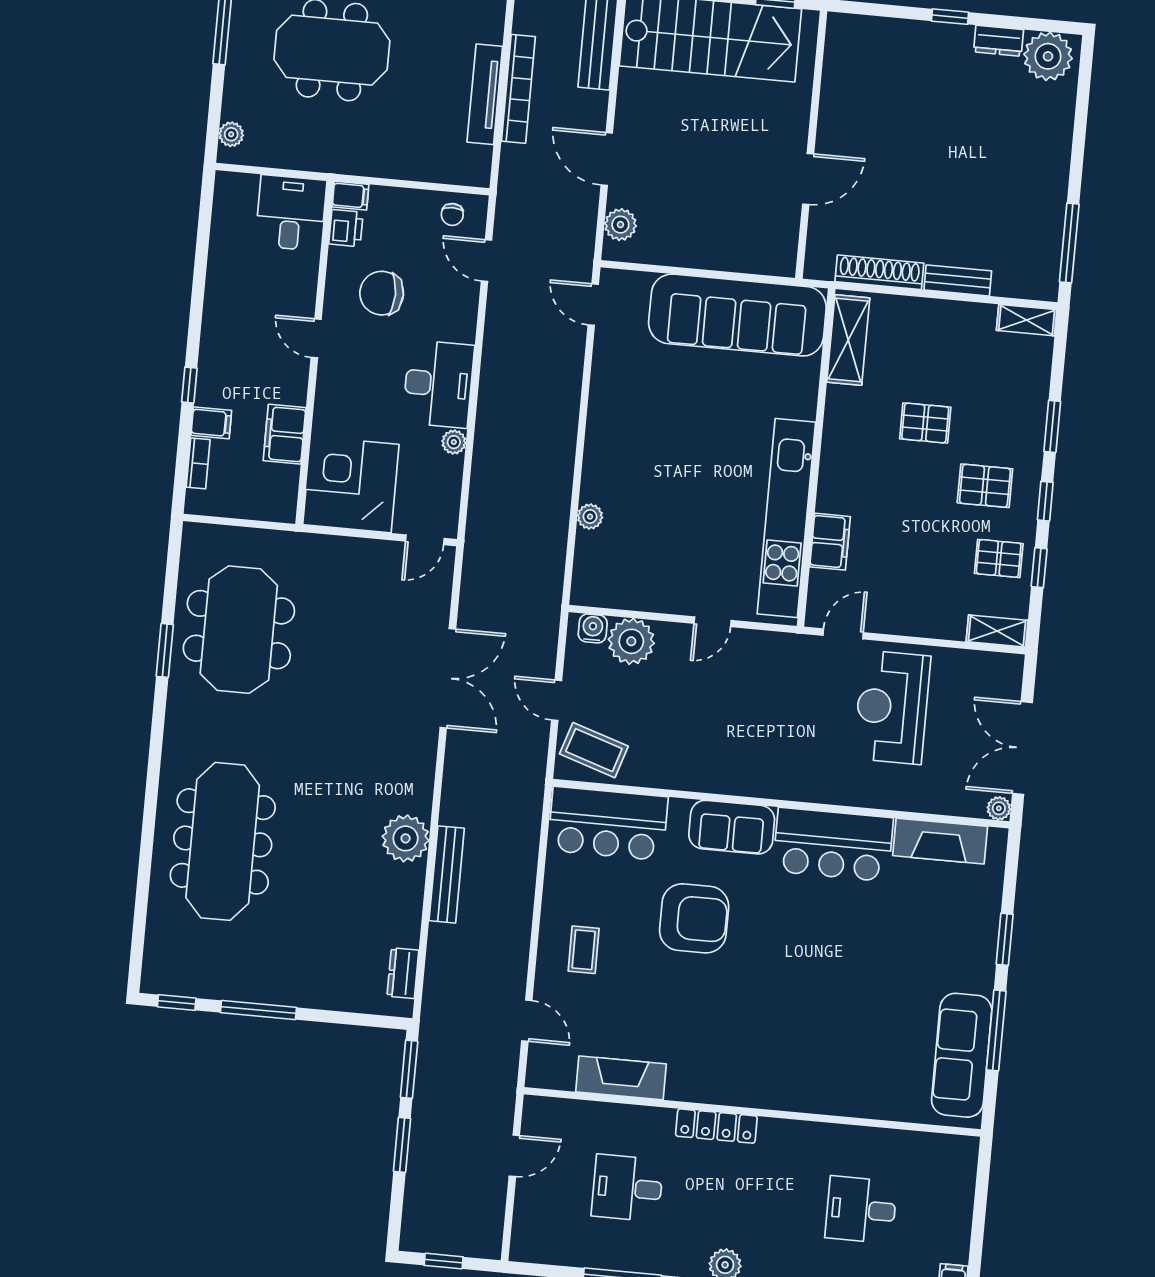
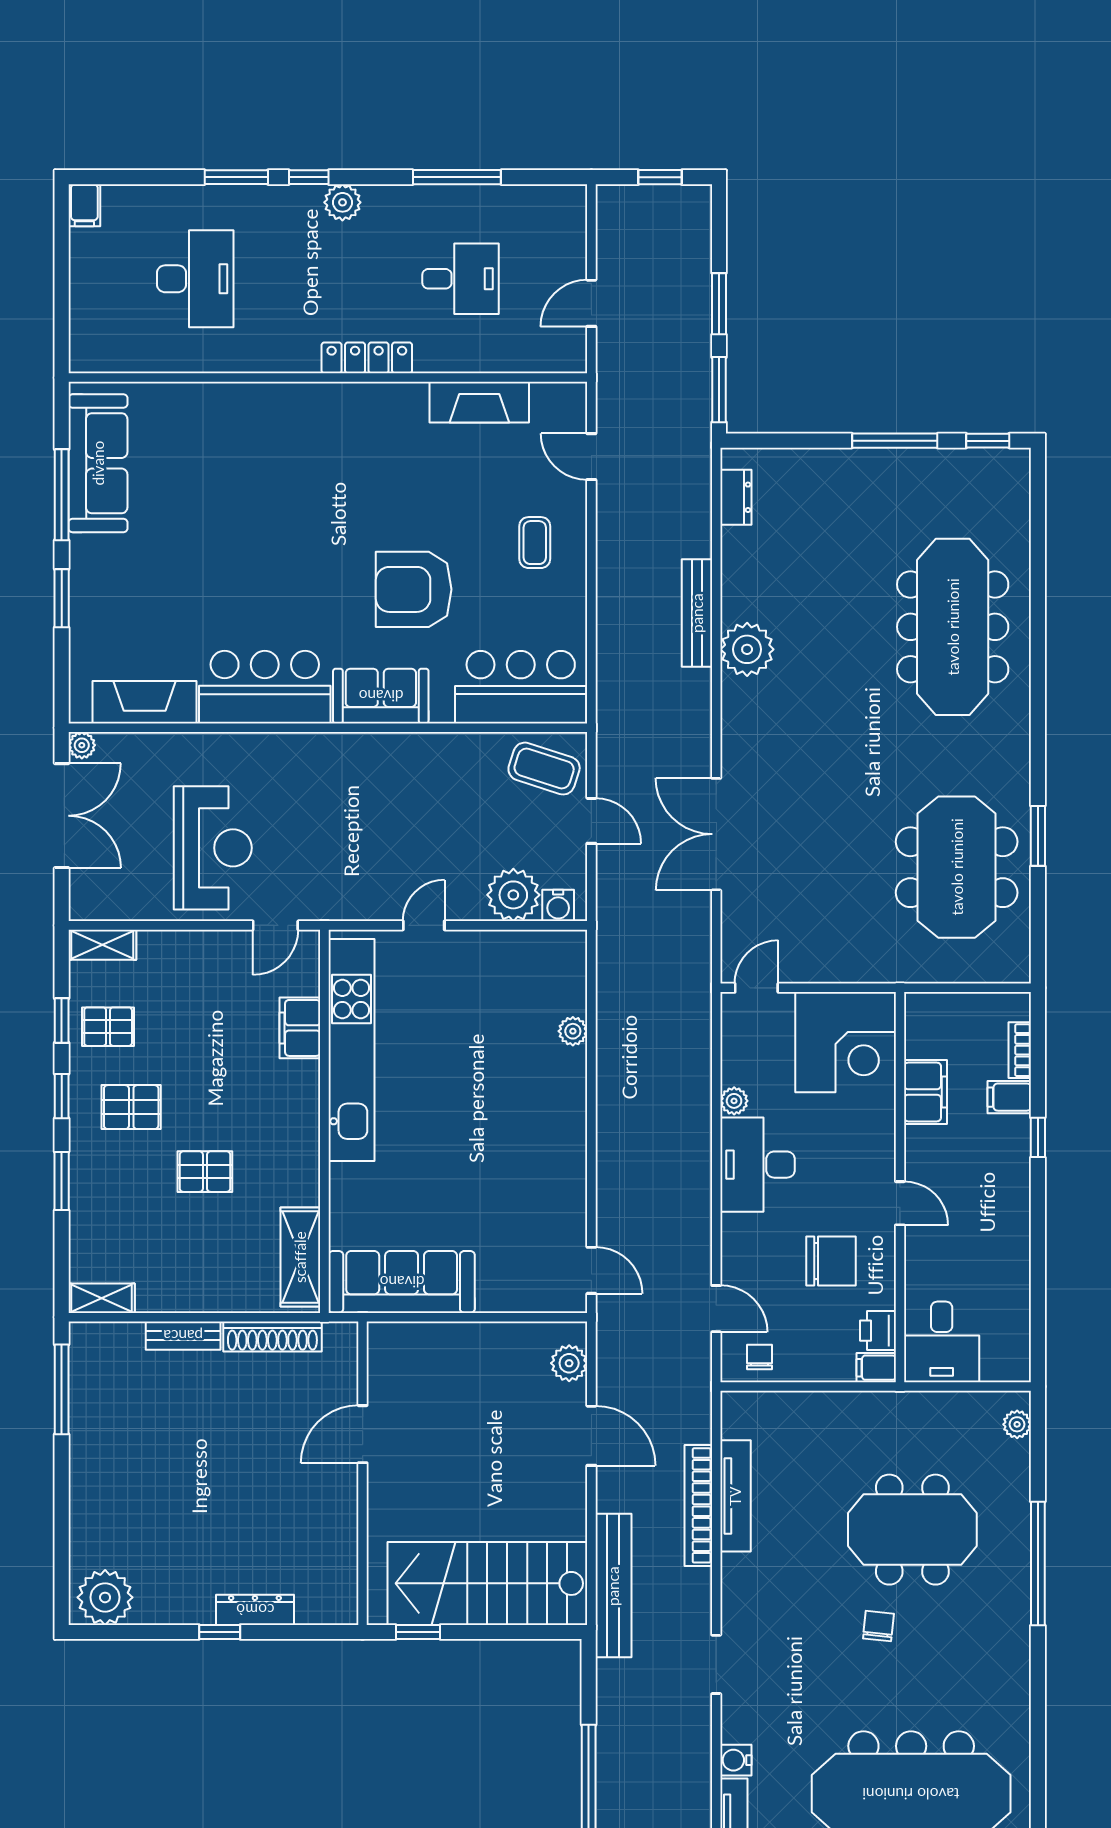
dresser: (999, 41) -> (255, 1610), moved, width x1.44
sofa: (737, 315) -> (402, 1282), width x0.74, depth x0.79
desk: (861, 1210) -> (195, 279), width x1.37

